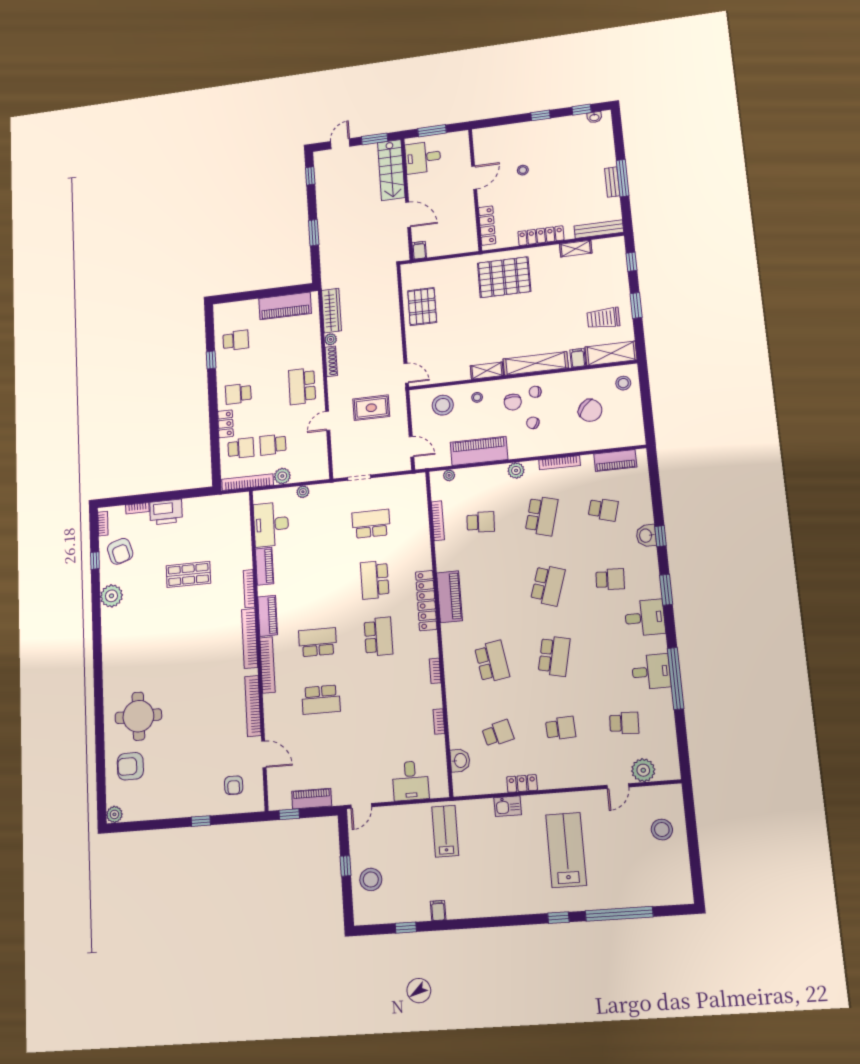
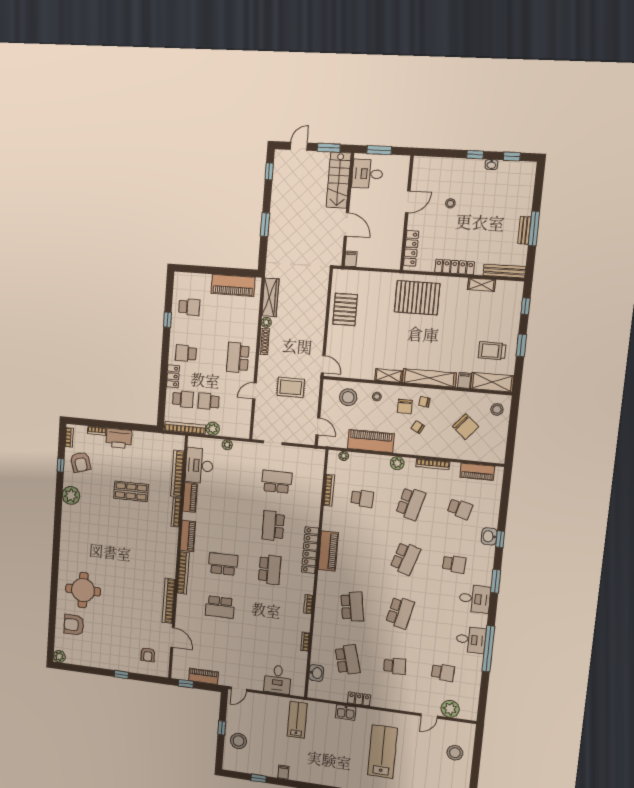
washbasin: (594, 117) -> (491, 165), moved
bookcase: (250, 638) -> (177, 473), moved
school desk: (498, 733) -> (347, 660), width x1.85

